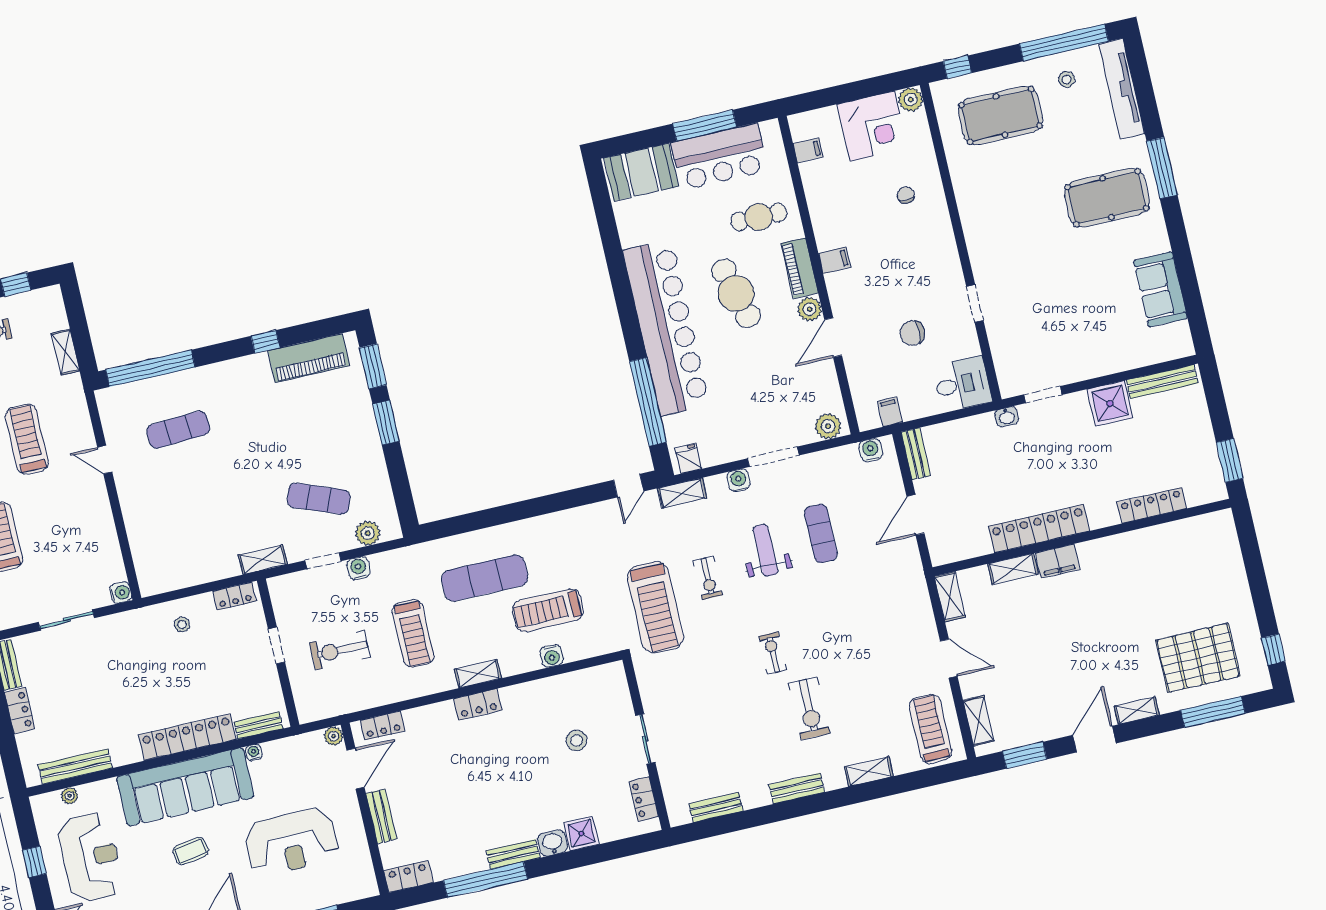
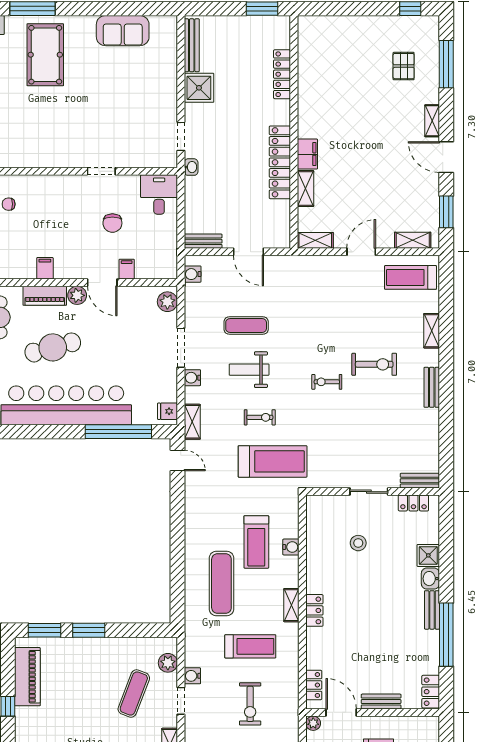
filing cabinet: (890, 412) -> (127, 269), moved, turned 90
pallet: (1198, 658) -> (404, 66), width x0.49, depth x0.50
bench: (716, 807) -> (420, 481), moved, turned 90

